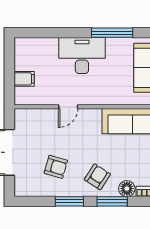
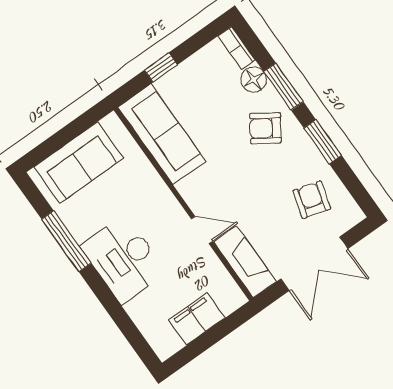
filing cabinet: (24, 79) -> (197, 319), width x2.00
fireplace: (36, 117) -> (245, 262), added
armchair: (56, 167) -> (312, 200), moved

